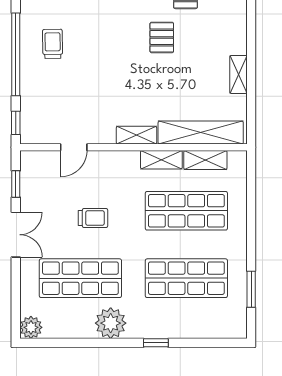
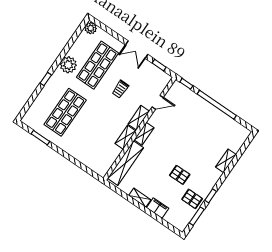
filing cabinet: (235, 36) -> (158, 208), added
trolley: (53, 44) -> (210, 124), removed
door: (74, 147) -> (158, 102), swing flipped
shelving: (205, 160) -> (139, 118), moved
shop shelf: (186, 211) -> (95, 133), removed

